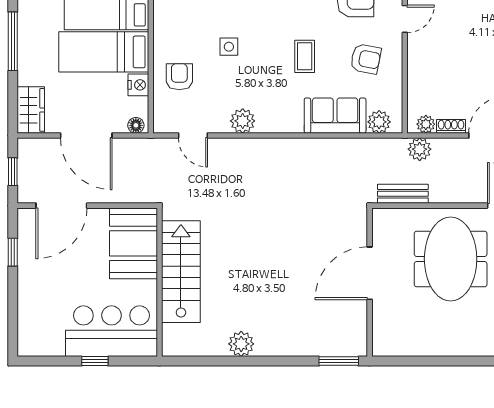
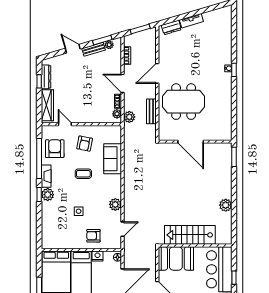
armchair: (366, 59) -> (85, 144), turned 180
plant: (379, 122) -> (116, 137), removed
bench: (403, 194) -> (151, 111), moved

